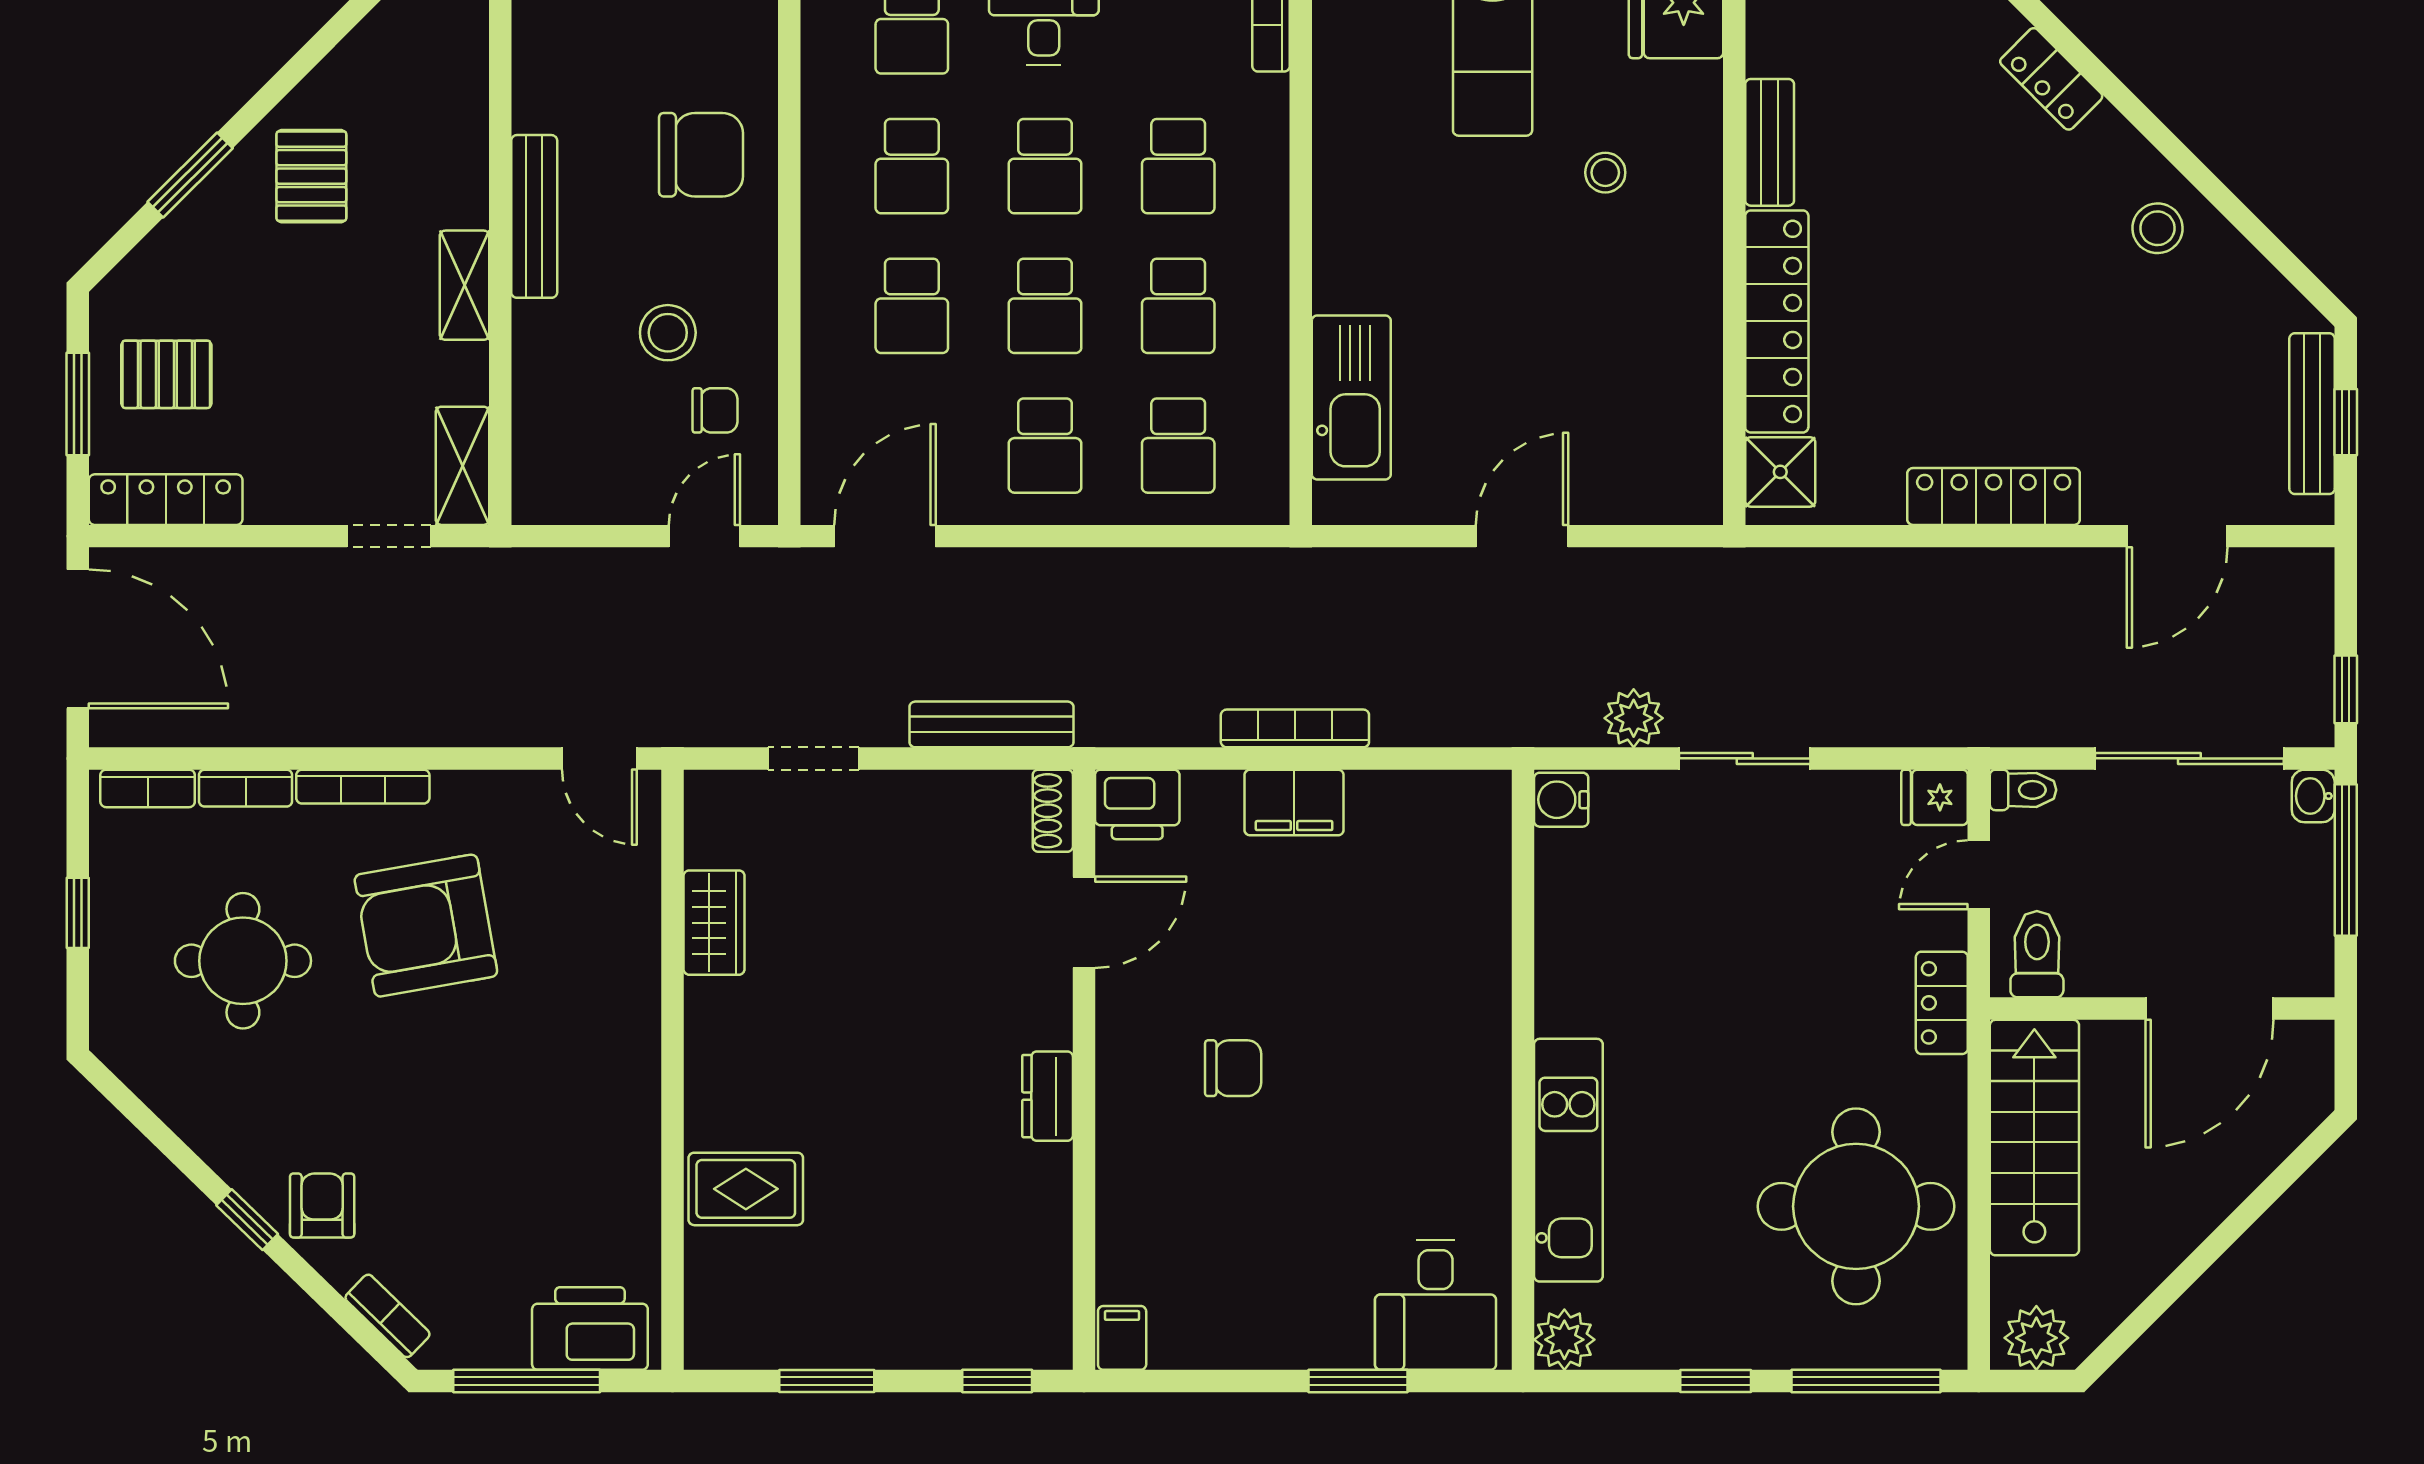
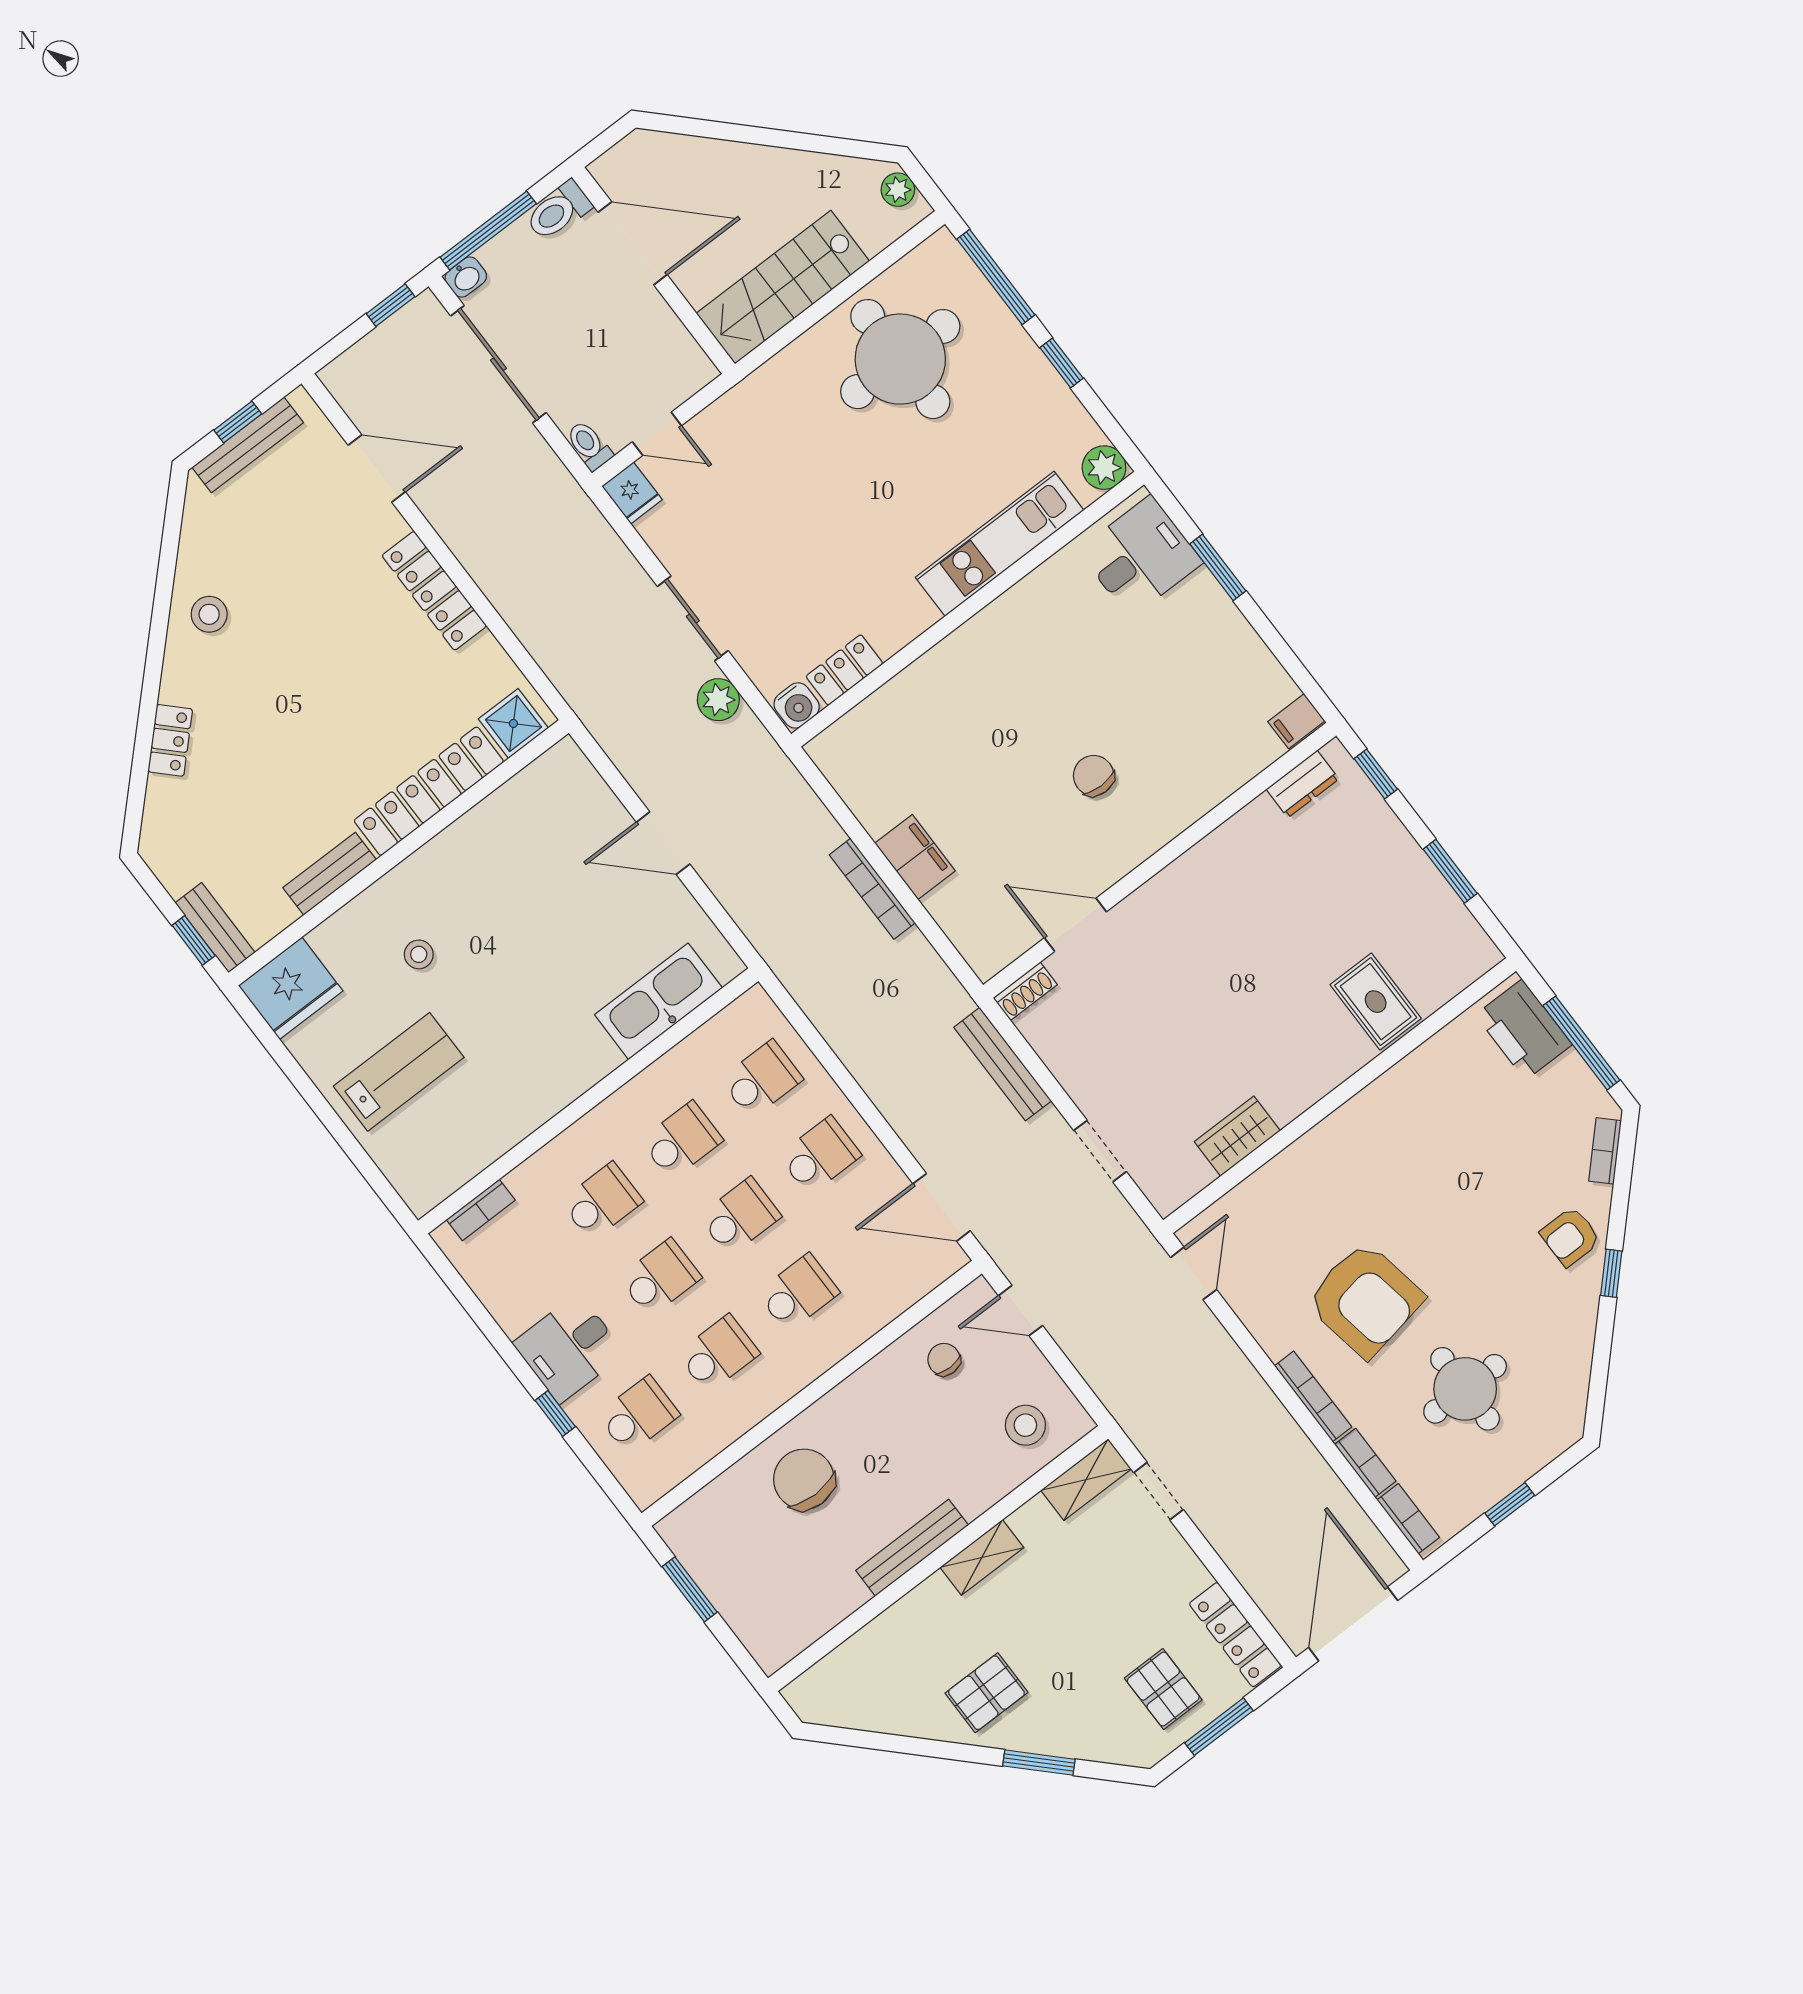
stool: (668, 333) -> (1025, 1425), moved
printer: (1137, 804) -> (985, 946), removed
toilet: (2037, 954) -> (558, 211), moved
locker: (1942, 1003) -> (844, 670), moved, turned 180
dresser: (1048, 1096) -> (1302, 784), moved
plant: (2036, 1338) -> (898, 190), width x0.73, depth x0.73

